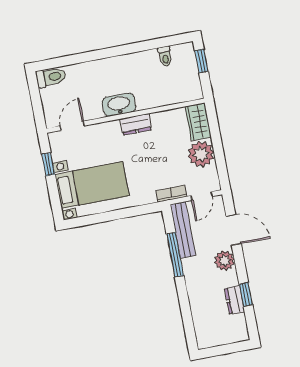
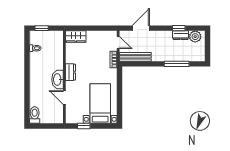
door: (72, 126) -> (64, 98), moved
plant: (201, 154) -> (94, 38), removed
window: (175, 255) -> (177, 64), moved
plant: (225, 261) -> (195, 37), moved

